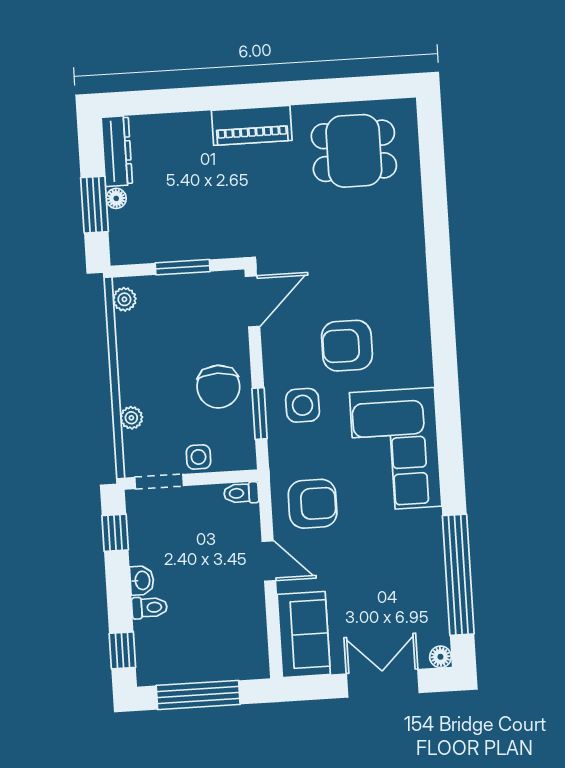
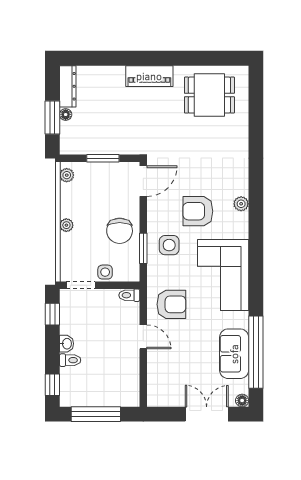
plant: (418, 329) -> (241, 204), added
plant: (131, 418) -> (66, 225), moved
sofa: (304, 634) -> (234, 354), moved, turned 180

